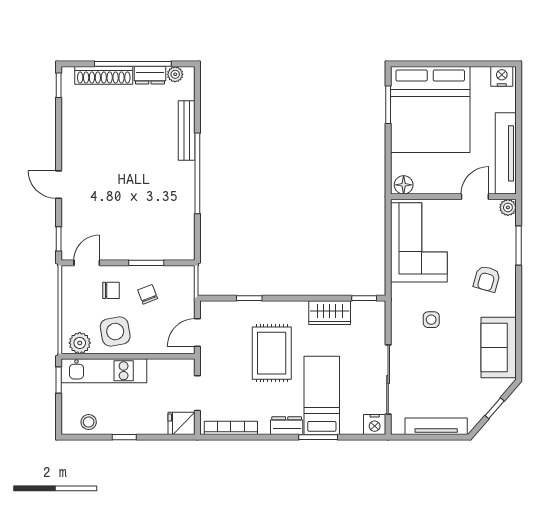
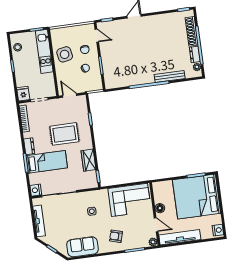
floor lamp: (404, 185) -> (160, 208), moved
plant: (80, 343) -> (56, 37), removed

